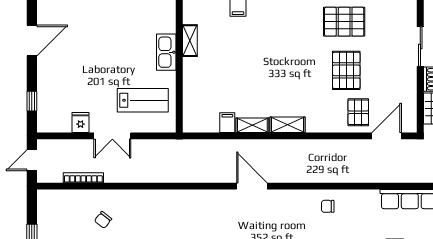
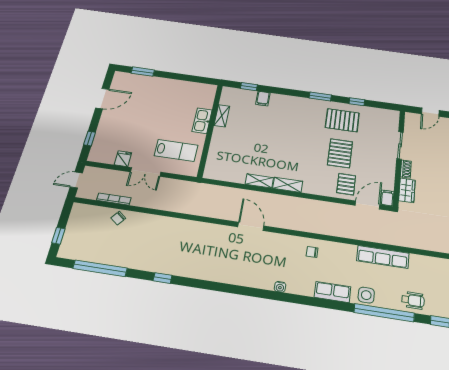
filing cabinet: (227, 123) -> (387, 198), moved
chair: (103, 220) -> (118, 218), moved

